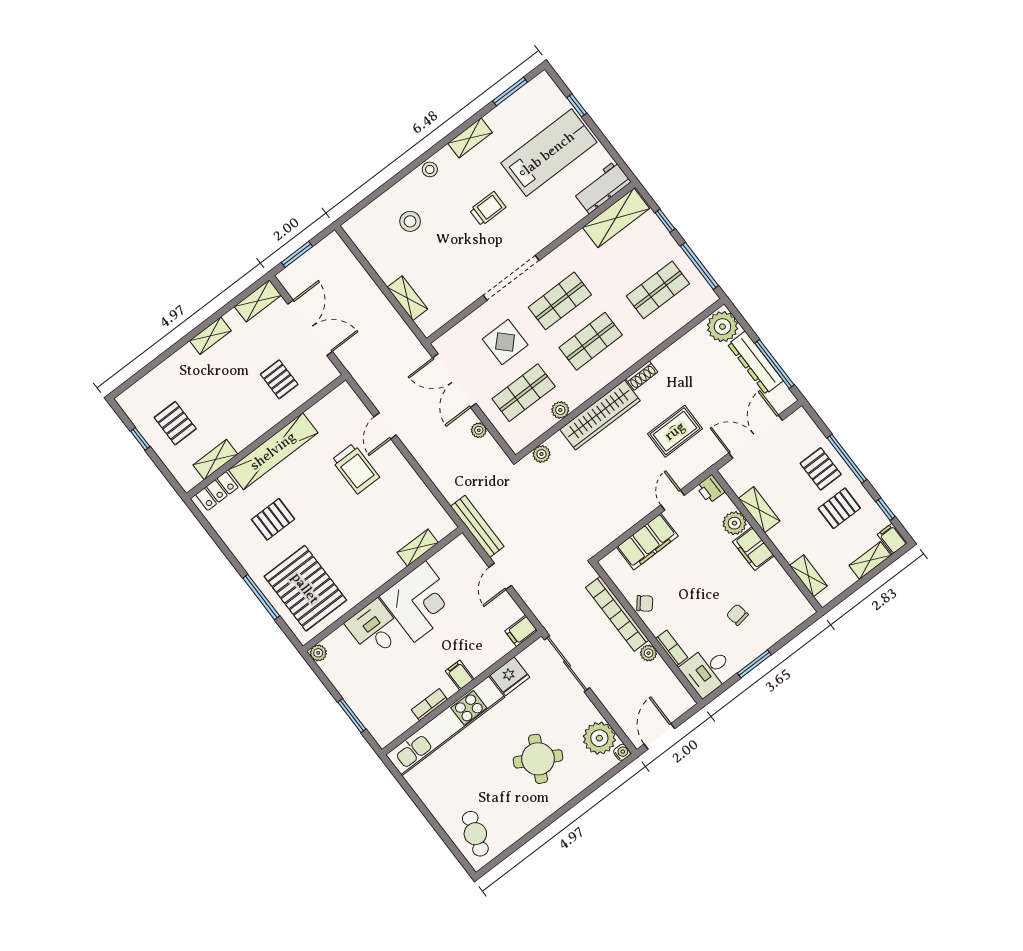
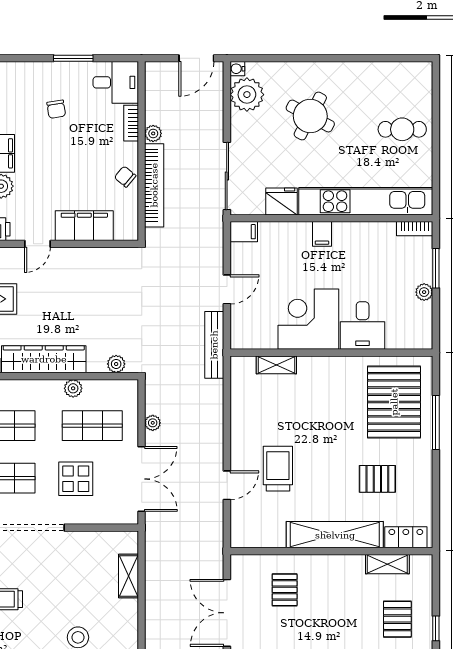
plant: (318, 653) -> (424, 292), moved
bookcase: (429, 705) -> (415, 229), moved
cafe table: (475, 834) -> (402, 129), moved, turned 71

